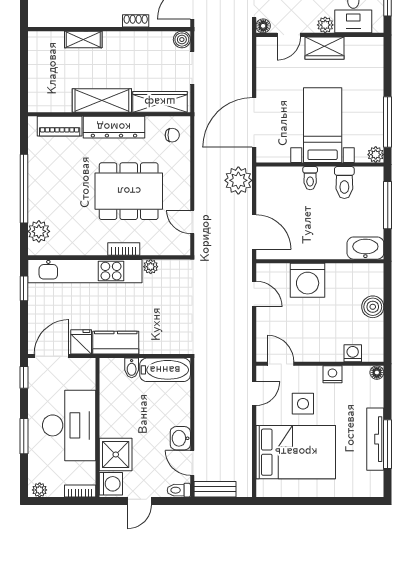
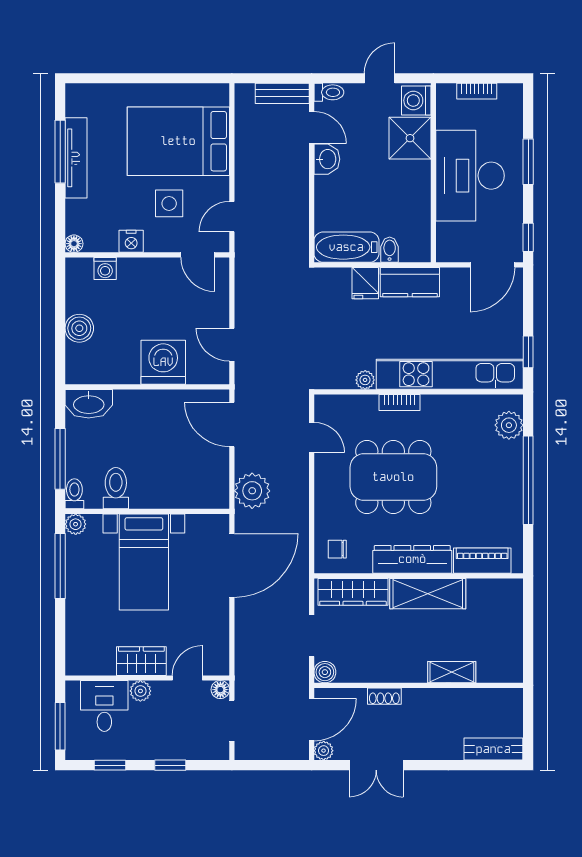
toilet: (310, 178) -> (74, 494), moved
fridge: (81, 342) -> (365, 283), moved
plant: (40, 490) -> (508, 93), removed
bookcase: (80, 491) -> (477, 91), moved

